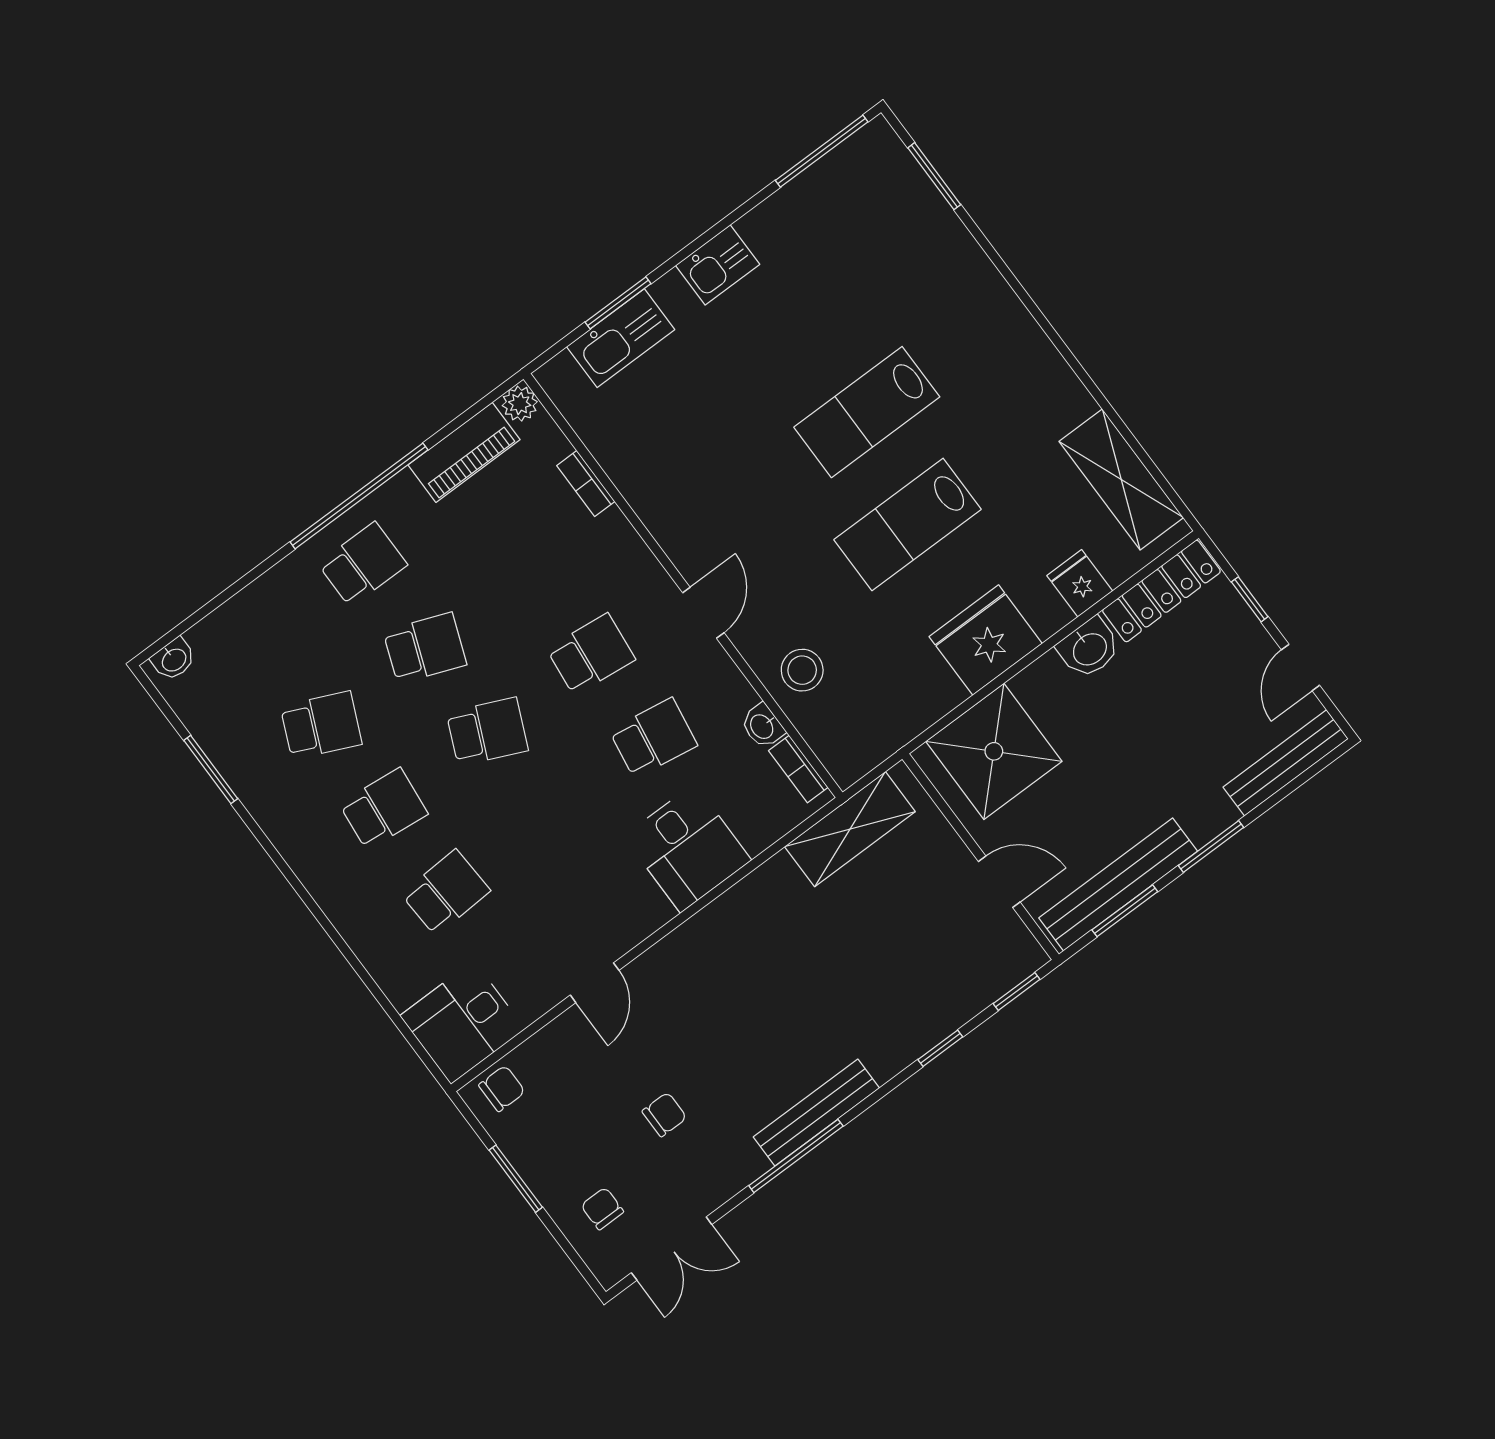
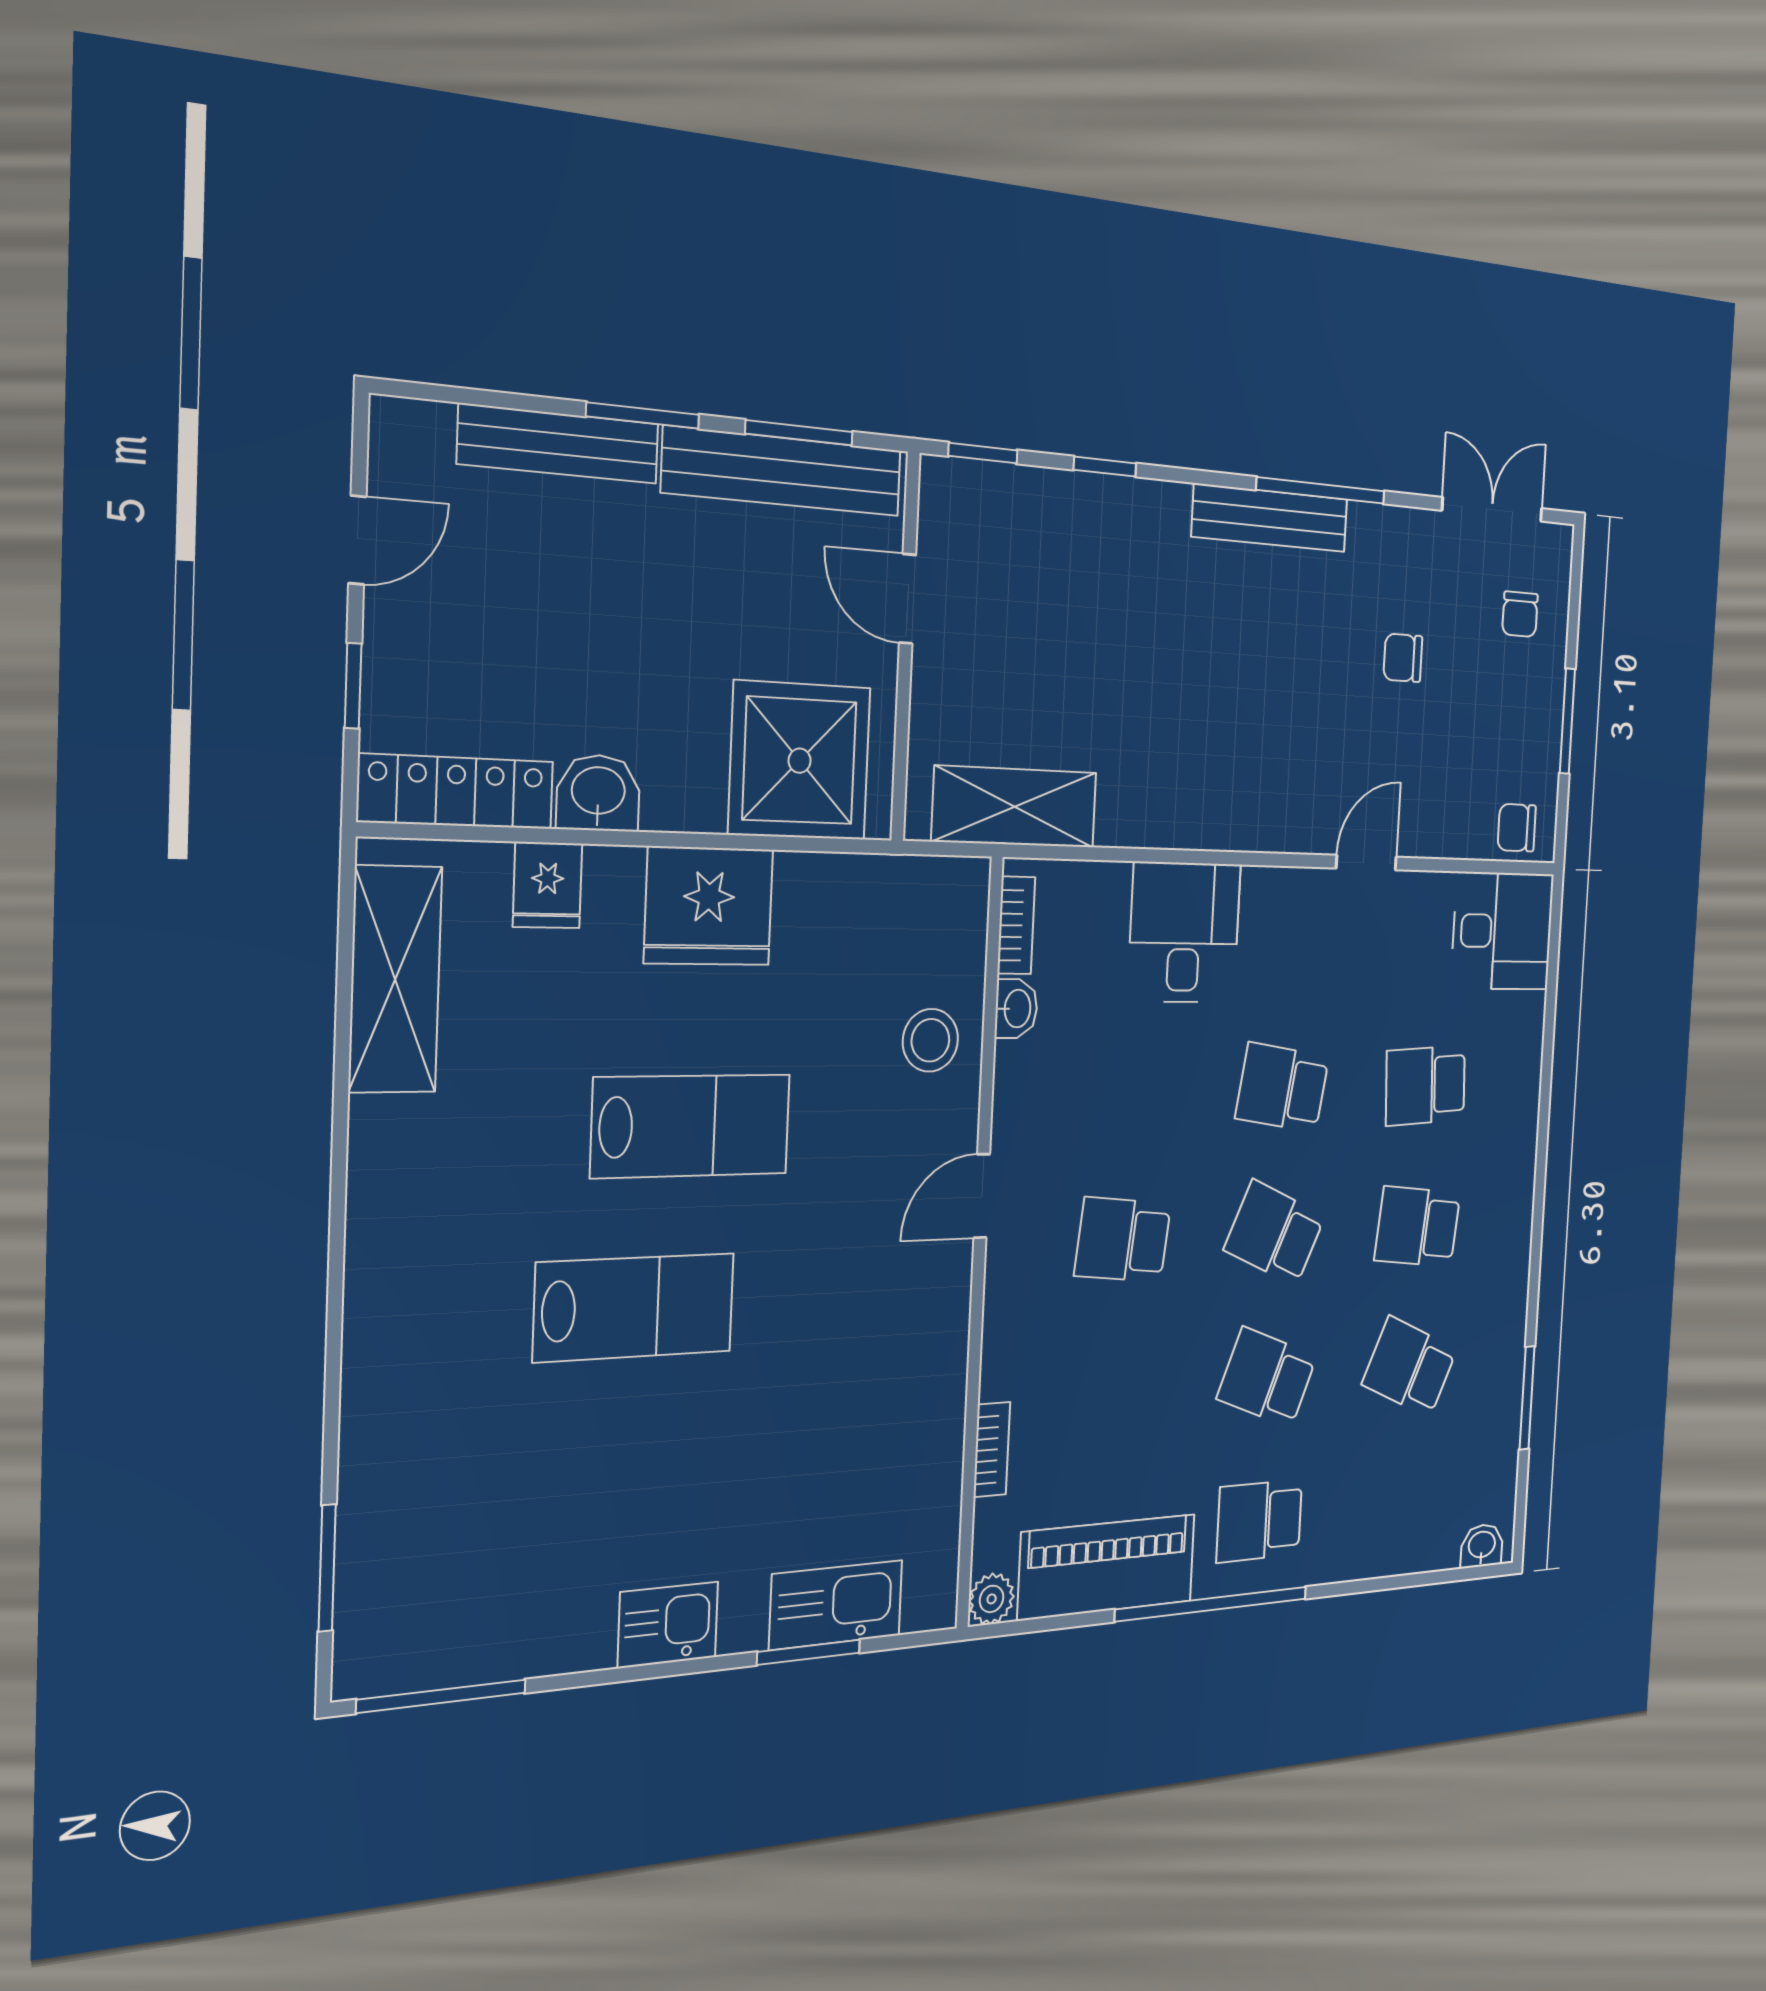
piano: (464, 452) -> (1107, 1567), width x1.37, depth x1.33
school desk: (653, 738) -> (1282, 1087), moved
bench: (1286, 763) -> (559, 444), moved

